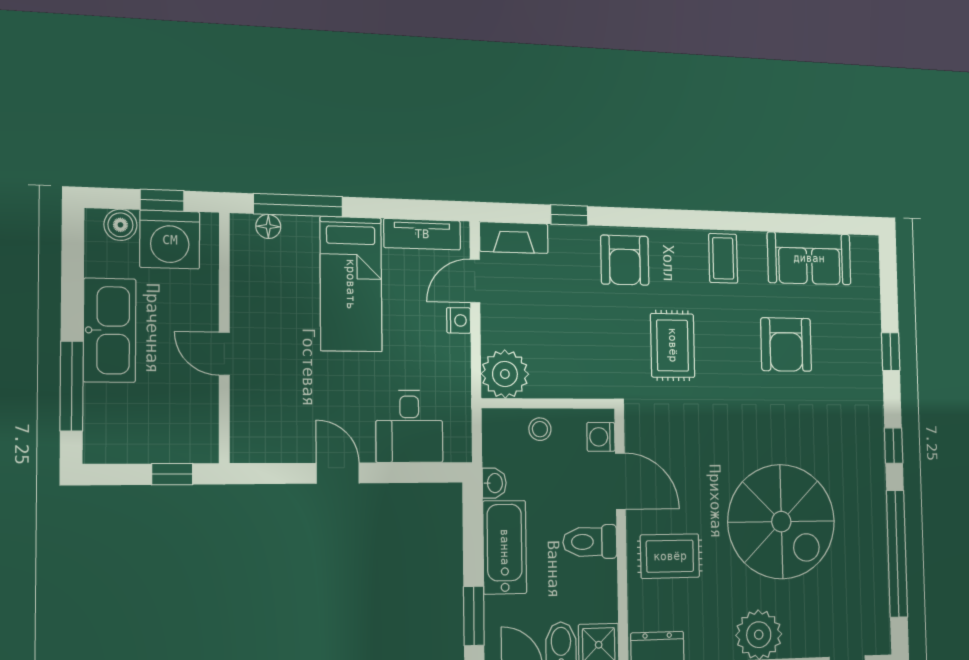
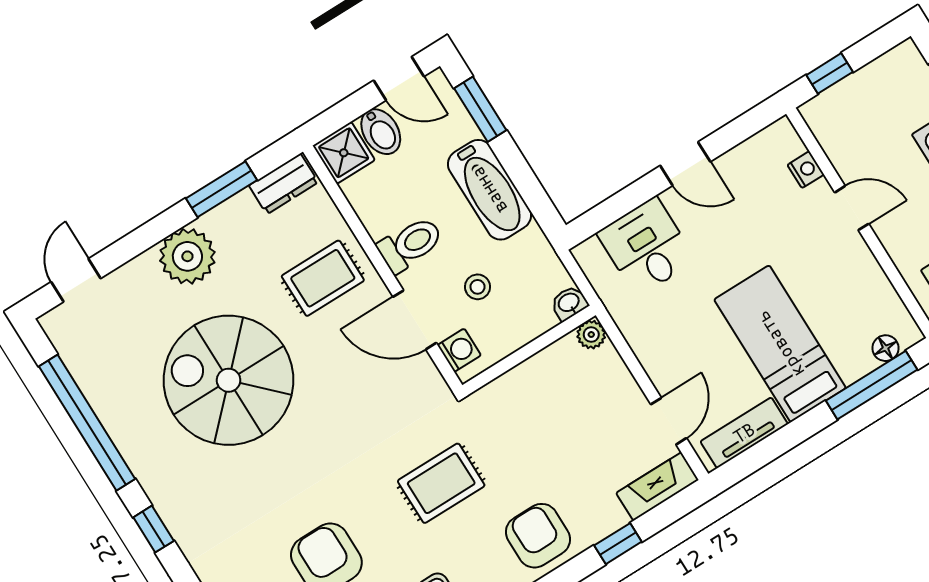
nightstand: (459, 320) -> (806, 170), moved, turned 180
rug: (673, 345) -> (441, 483), turned 90
plant: (505, 374) -> (591, 334), width x0.53, depth x0.53
stool: (540, 429) -> (478, 287), moved
washbasin: (494, 483) -> (569, 303), moved, turned 90

